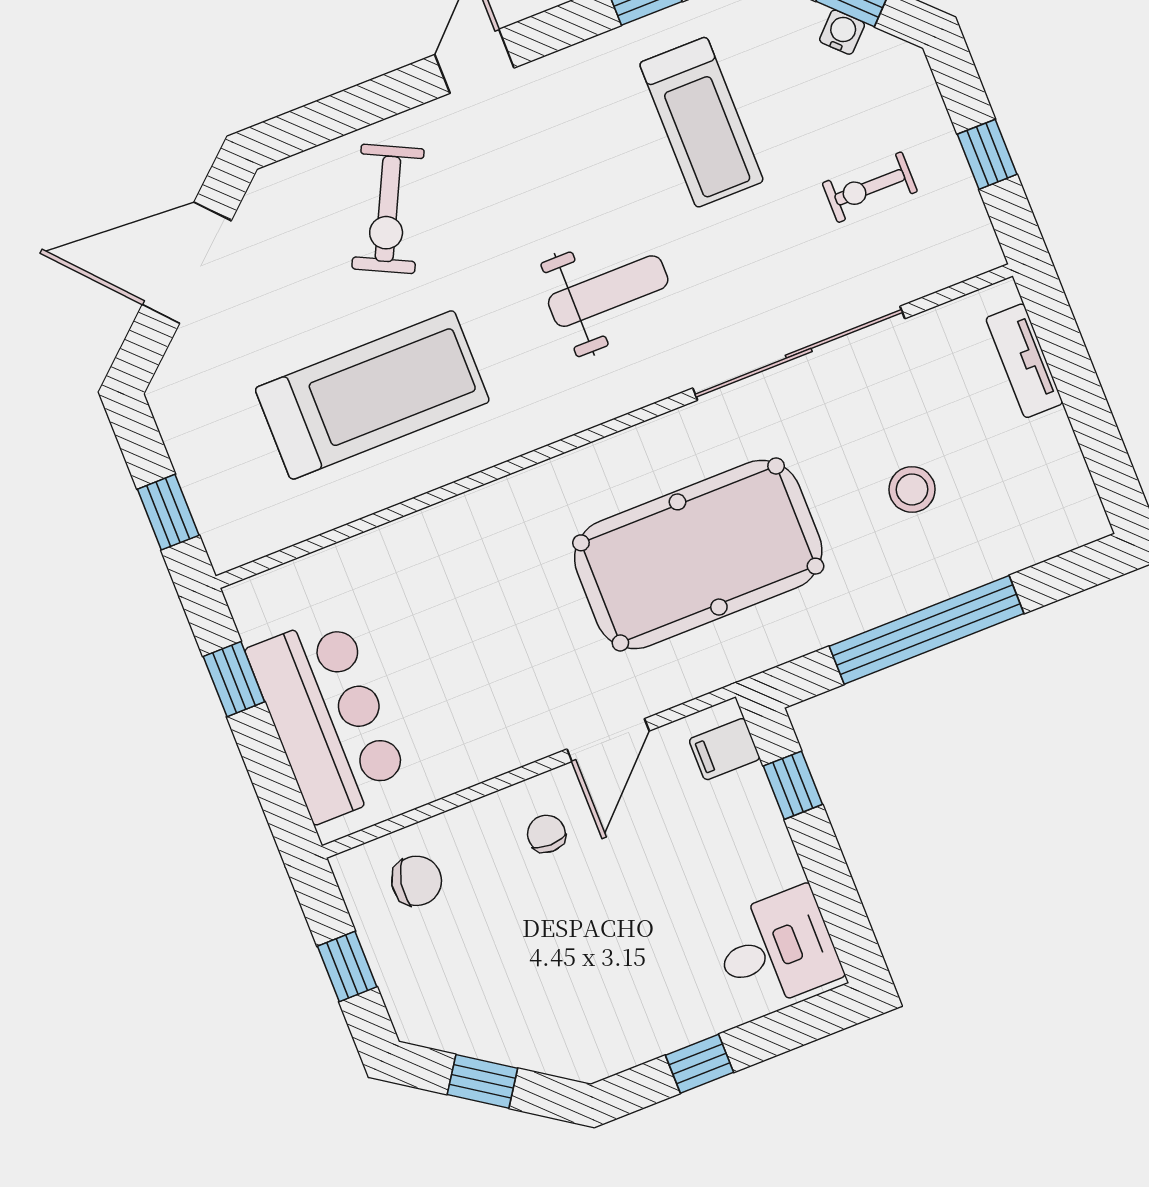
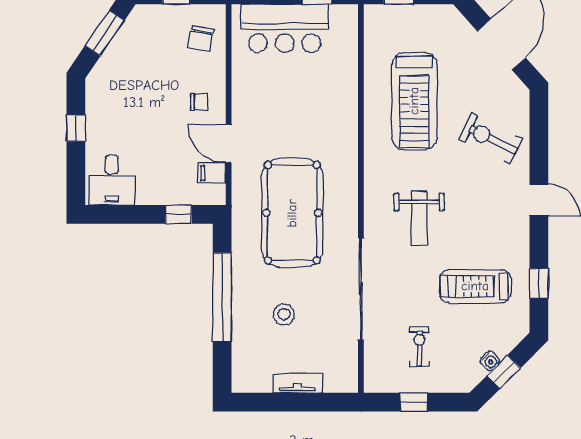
tv unit: (1024, 361) -> (298, 383), moved
filing cabinet: (725, 749) -> (212, 173), moved, turned -90
window: (482, 1081) -> (105, 33), width x1.50

